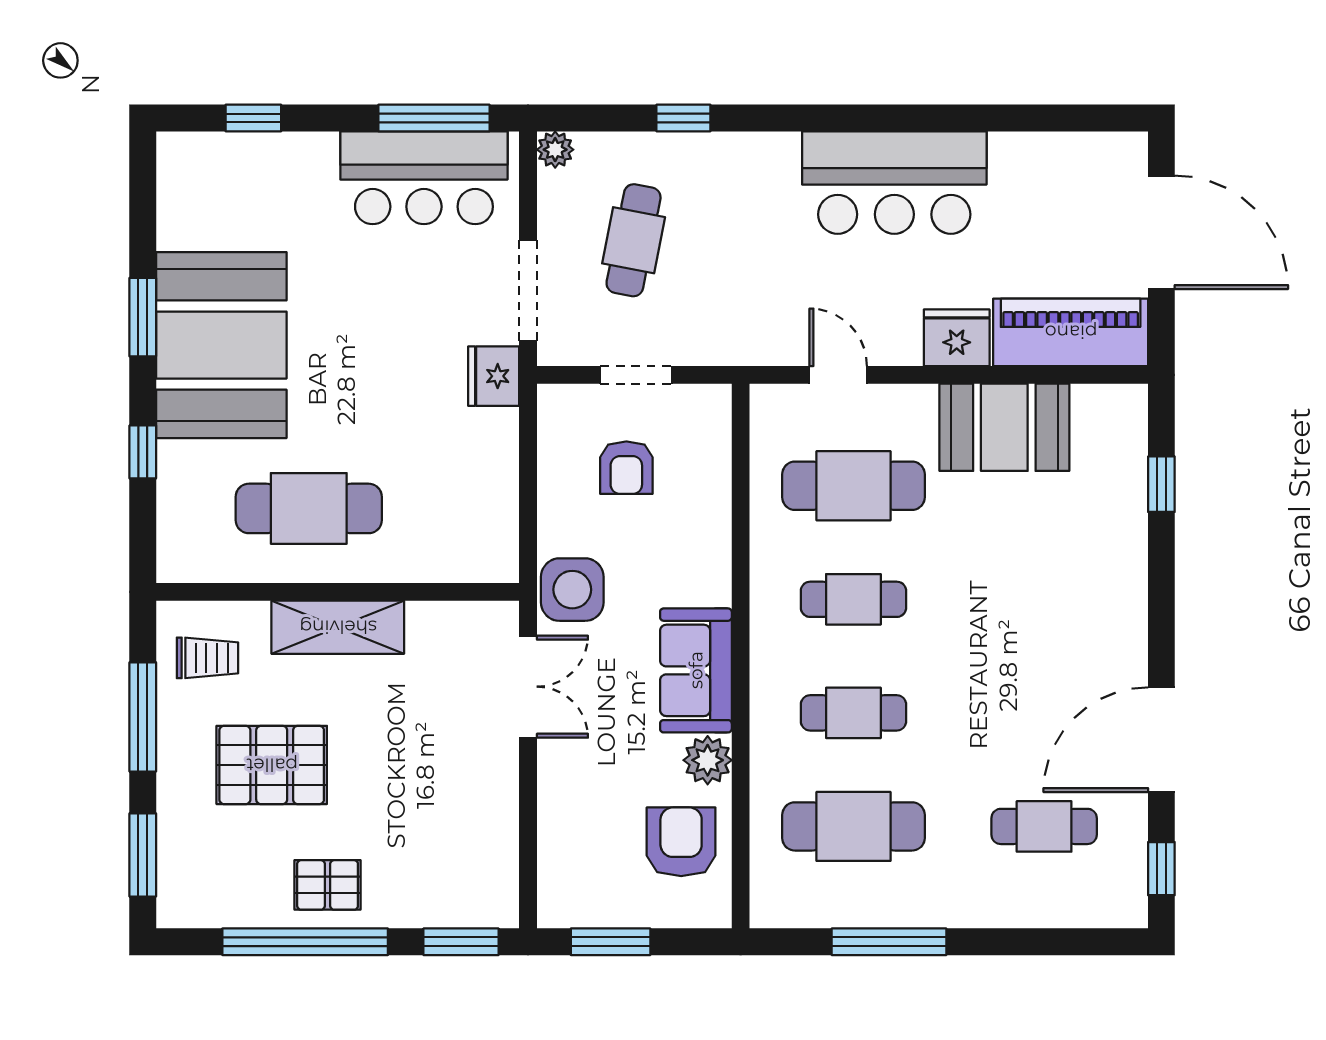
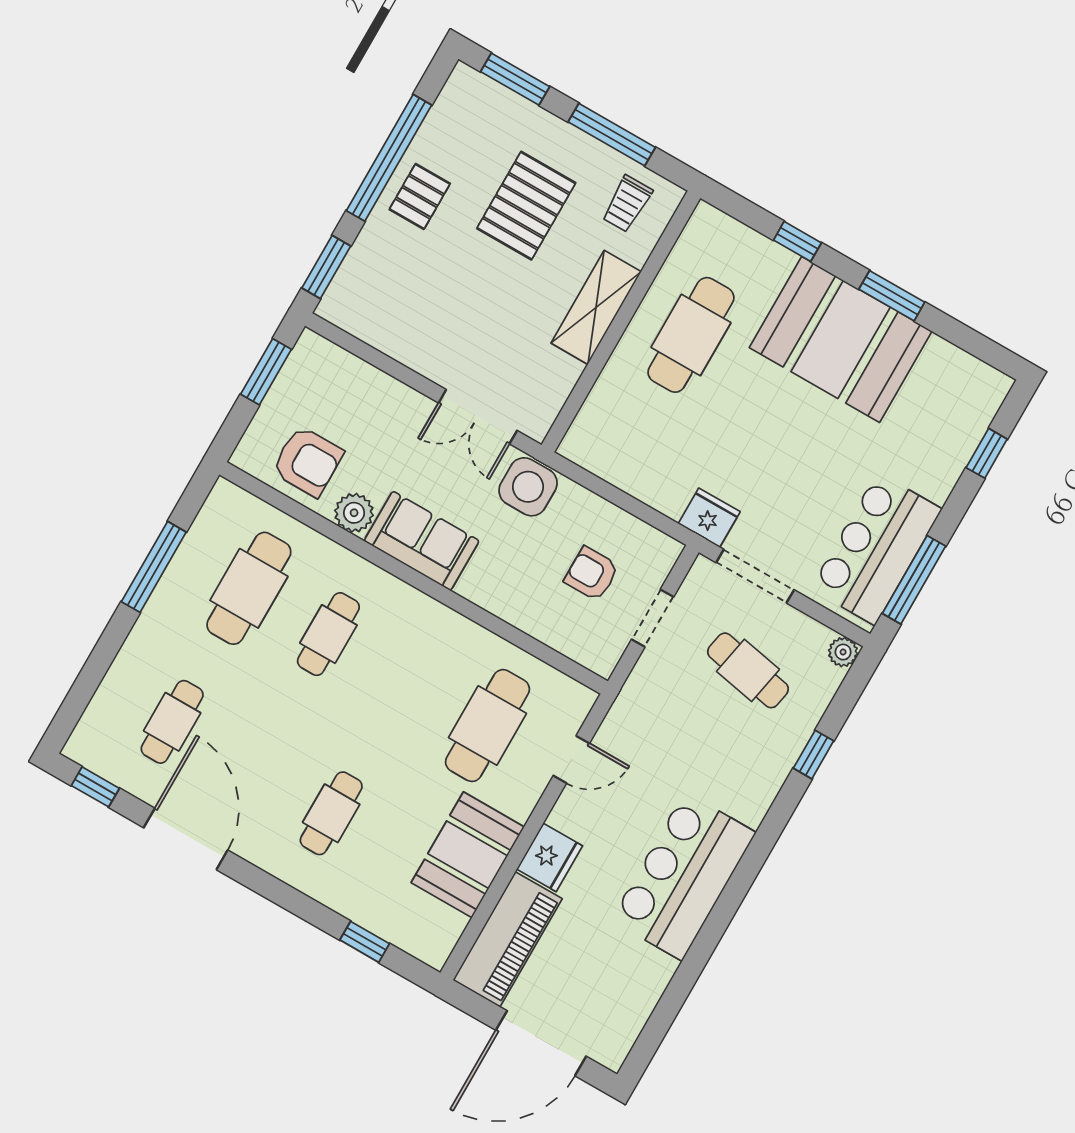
cafe table: (853, 599) -> (331, 813), moved

